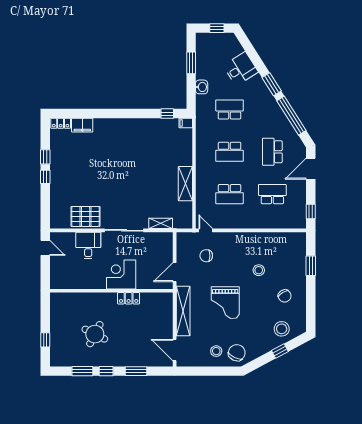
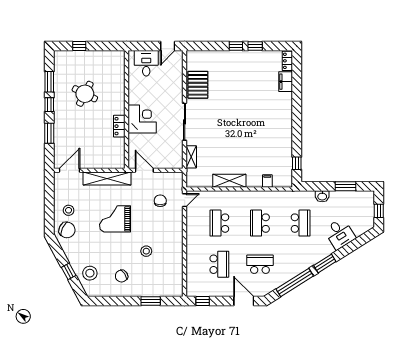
filing cabinet: (186, 123) -> (267, 181), moved
desk: (88, 245) -> (146, 63), moved, turned -90

